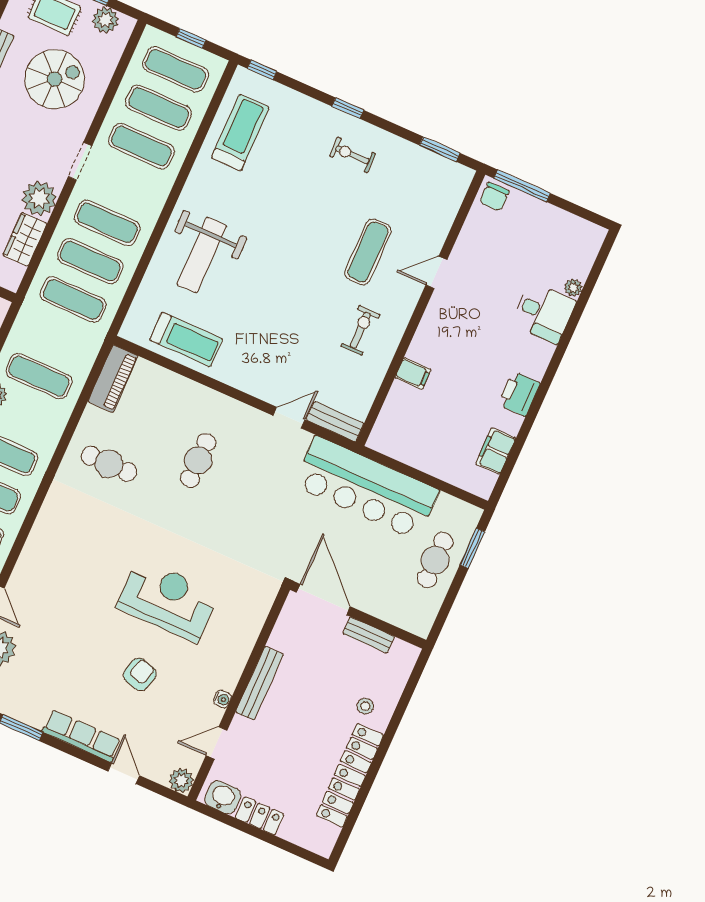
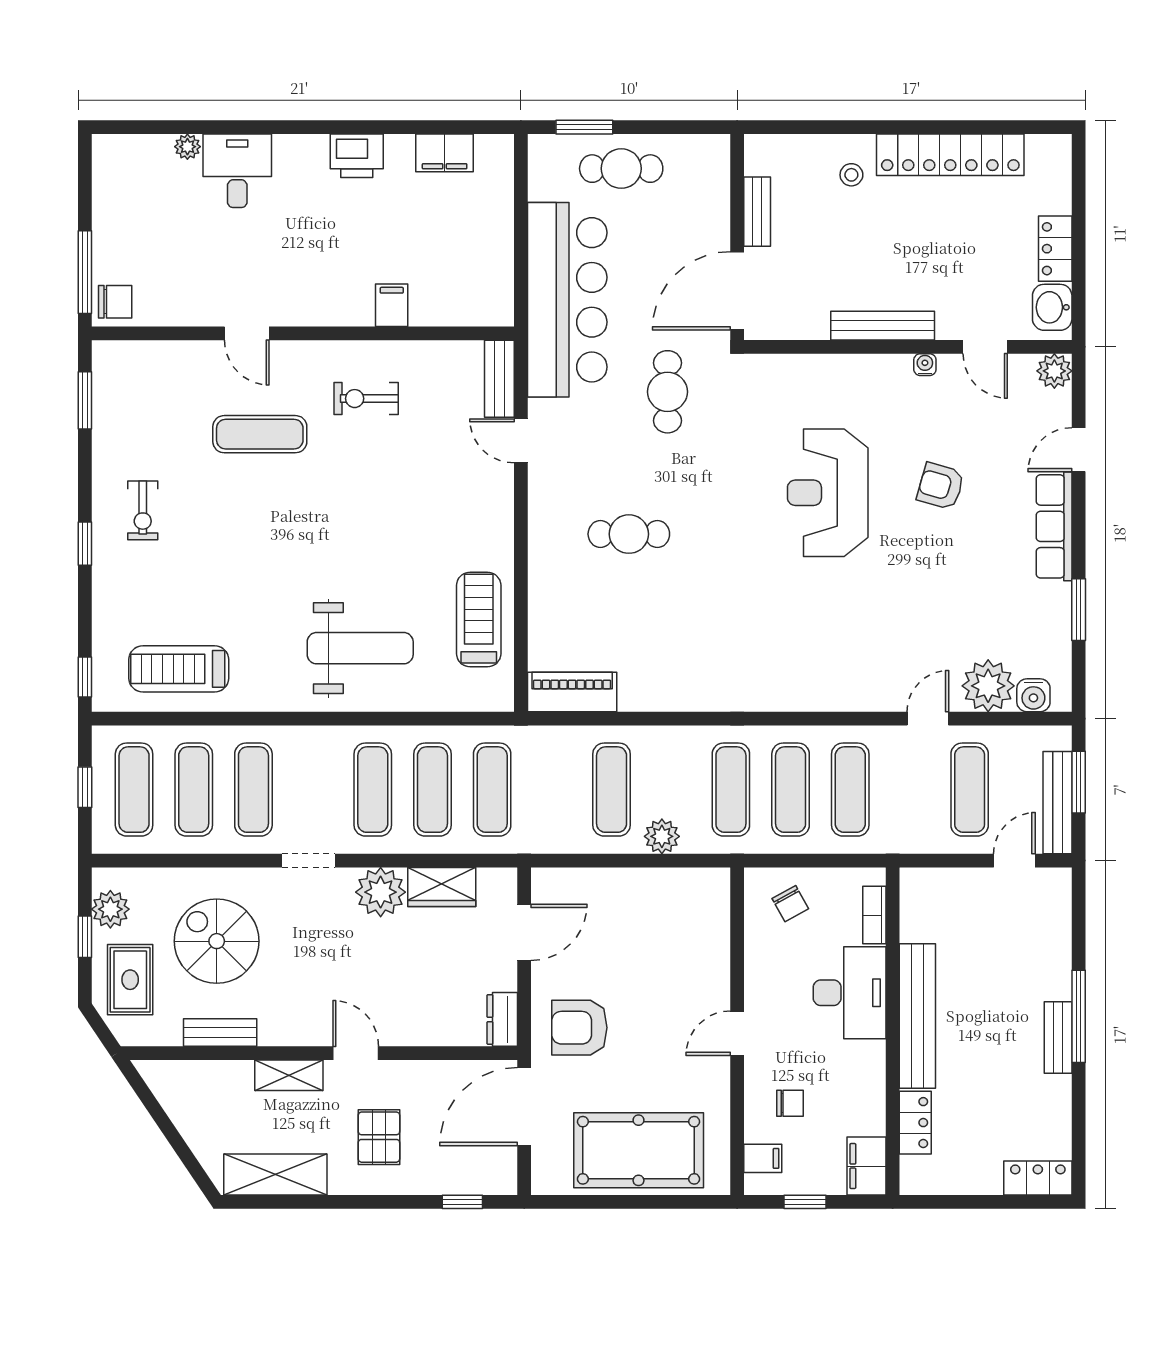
cafe table: (109, 464) -> (668, 392), moved

